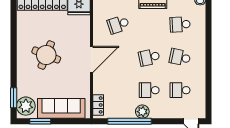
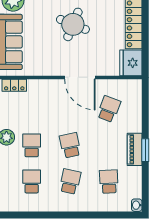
school desk: (118, 24) -> (109, 109), turned 39
door: (91, 59) -> (80, 77), moved

